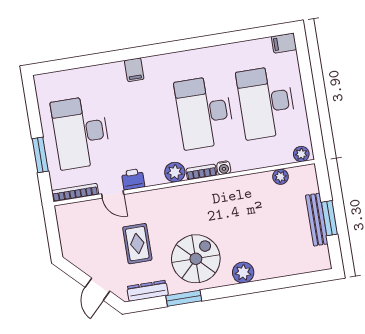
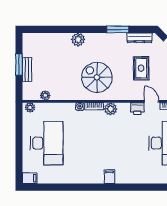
filing cabinet: (134, 70) -> (109, 177), moved
desk: (204, 112) -> (86, 143), removed
bench: (317, 220) -> (27, 69), width x0.73
spiral stairs: (196, 259) -> (97, 77), moved, turned 90

